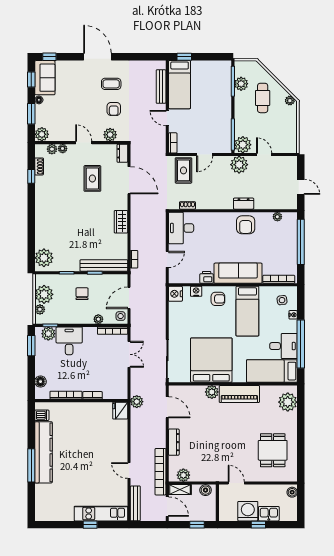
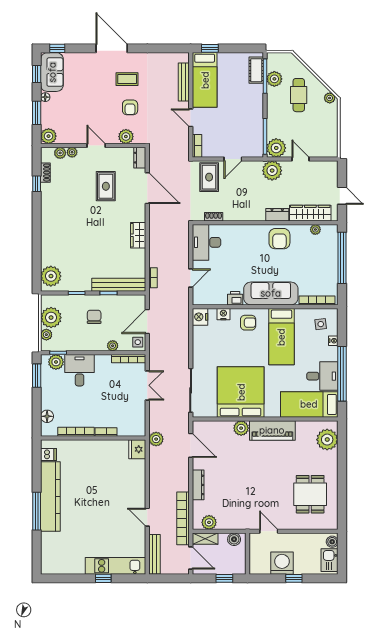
cot: (225, 76) -> (256, 70), added
wardrobe: (273, 202) -> (310, 213), added
kitchen sink: (269, 514) -> (330, 560), moved, turned -90

